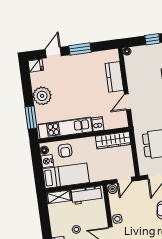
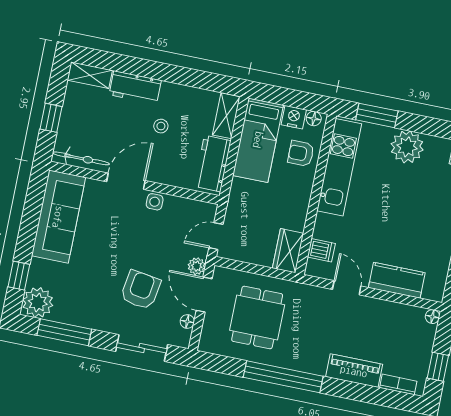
dishwasher: (98, 124) -> (321, 250), moved
wardrobe: (113, 140) -> (288, 251), width x0.67
door: (124, 180) -> (216, 236), hinge flipped
plant: (112, 189) -> (197, 266), moved

